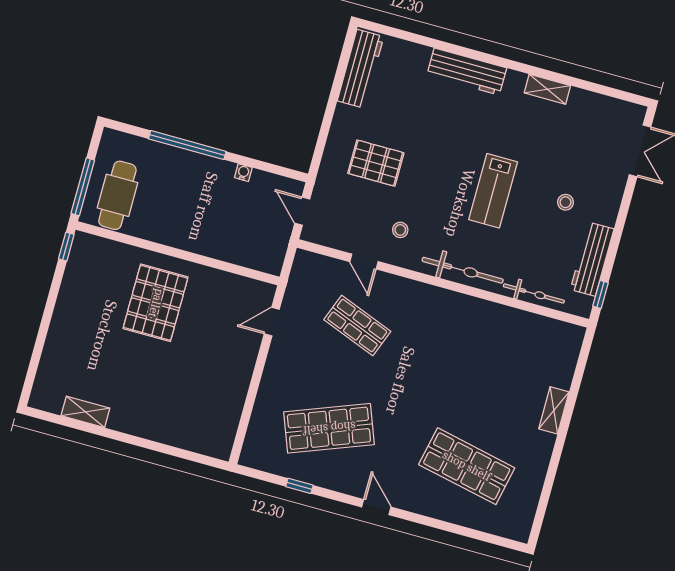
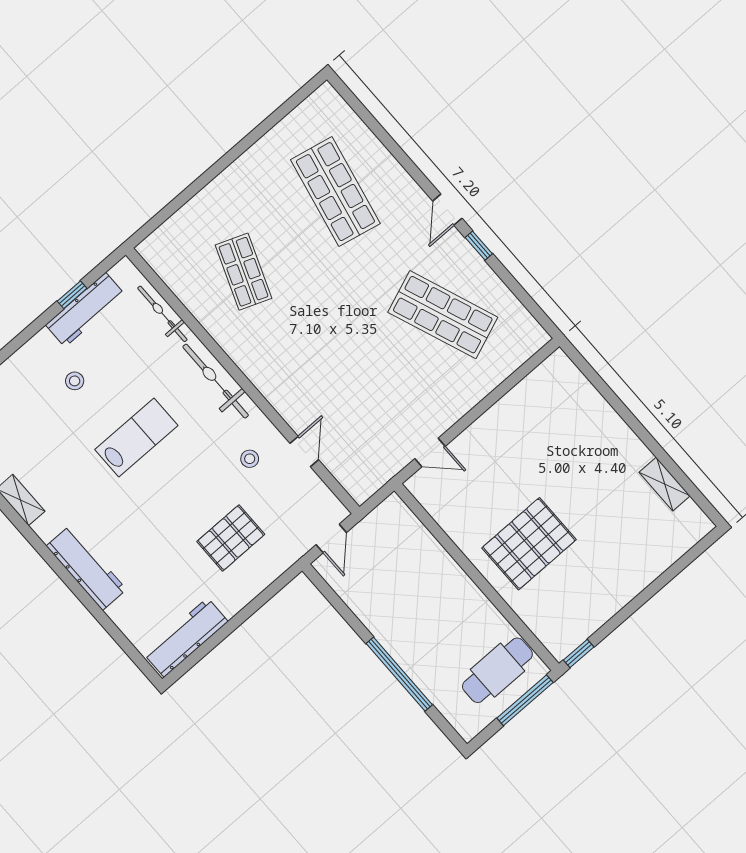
pallet: (376, 163) -> (231, 538), turned 90
water cooler: (243, 173) -> (363, 612), removed
window: (600, 294) -> (72, 295), moved
shop shelf: (357, 325) -> (244, 272), moved
shelving: (554, 410) -> (217, 190), removed
window: (299, 486) -> (479, 246), moved

